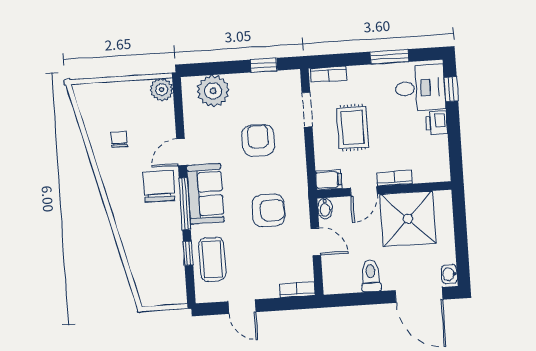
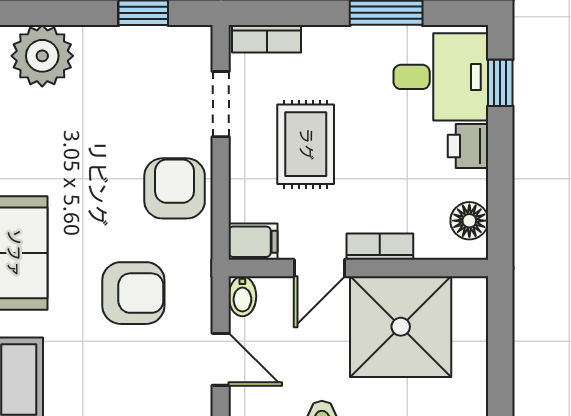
armchair: (258, 140) -> (175, 188), moved
floor lamp: (440, 162) -> (469, 221), added

